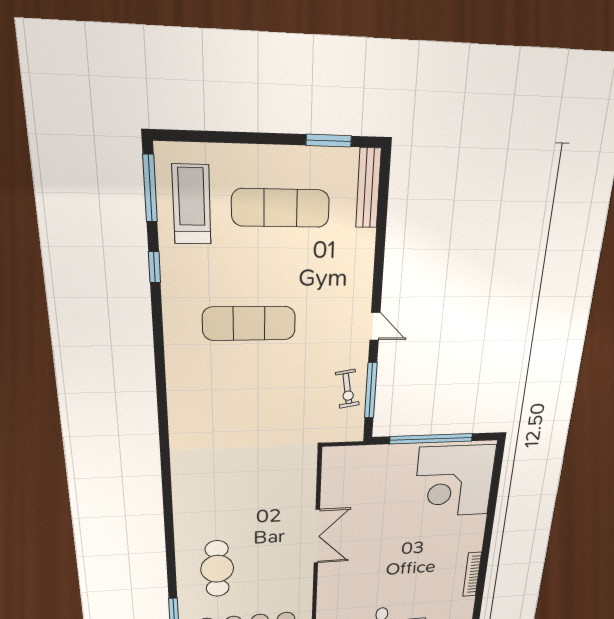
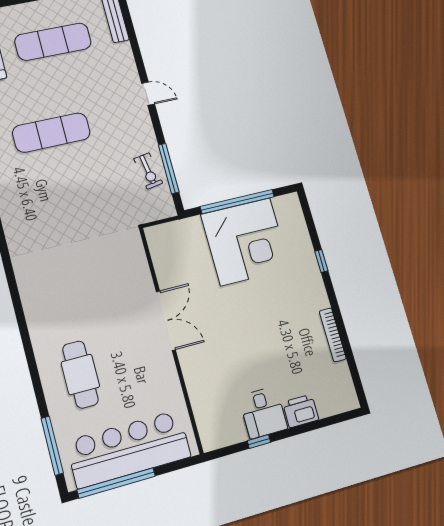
door: (375, 326) -> (148, 94), moved
corner desk: (454, 481) -> (245, 242), moved, turned -90
window: (491, 510) -> (321, 261), added

